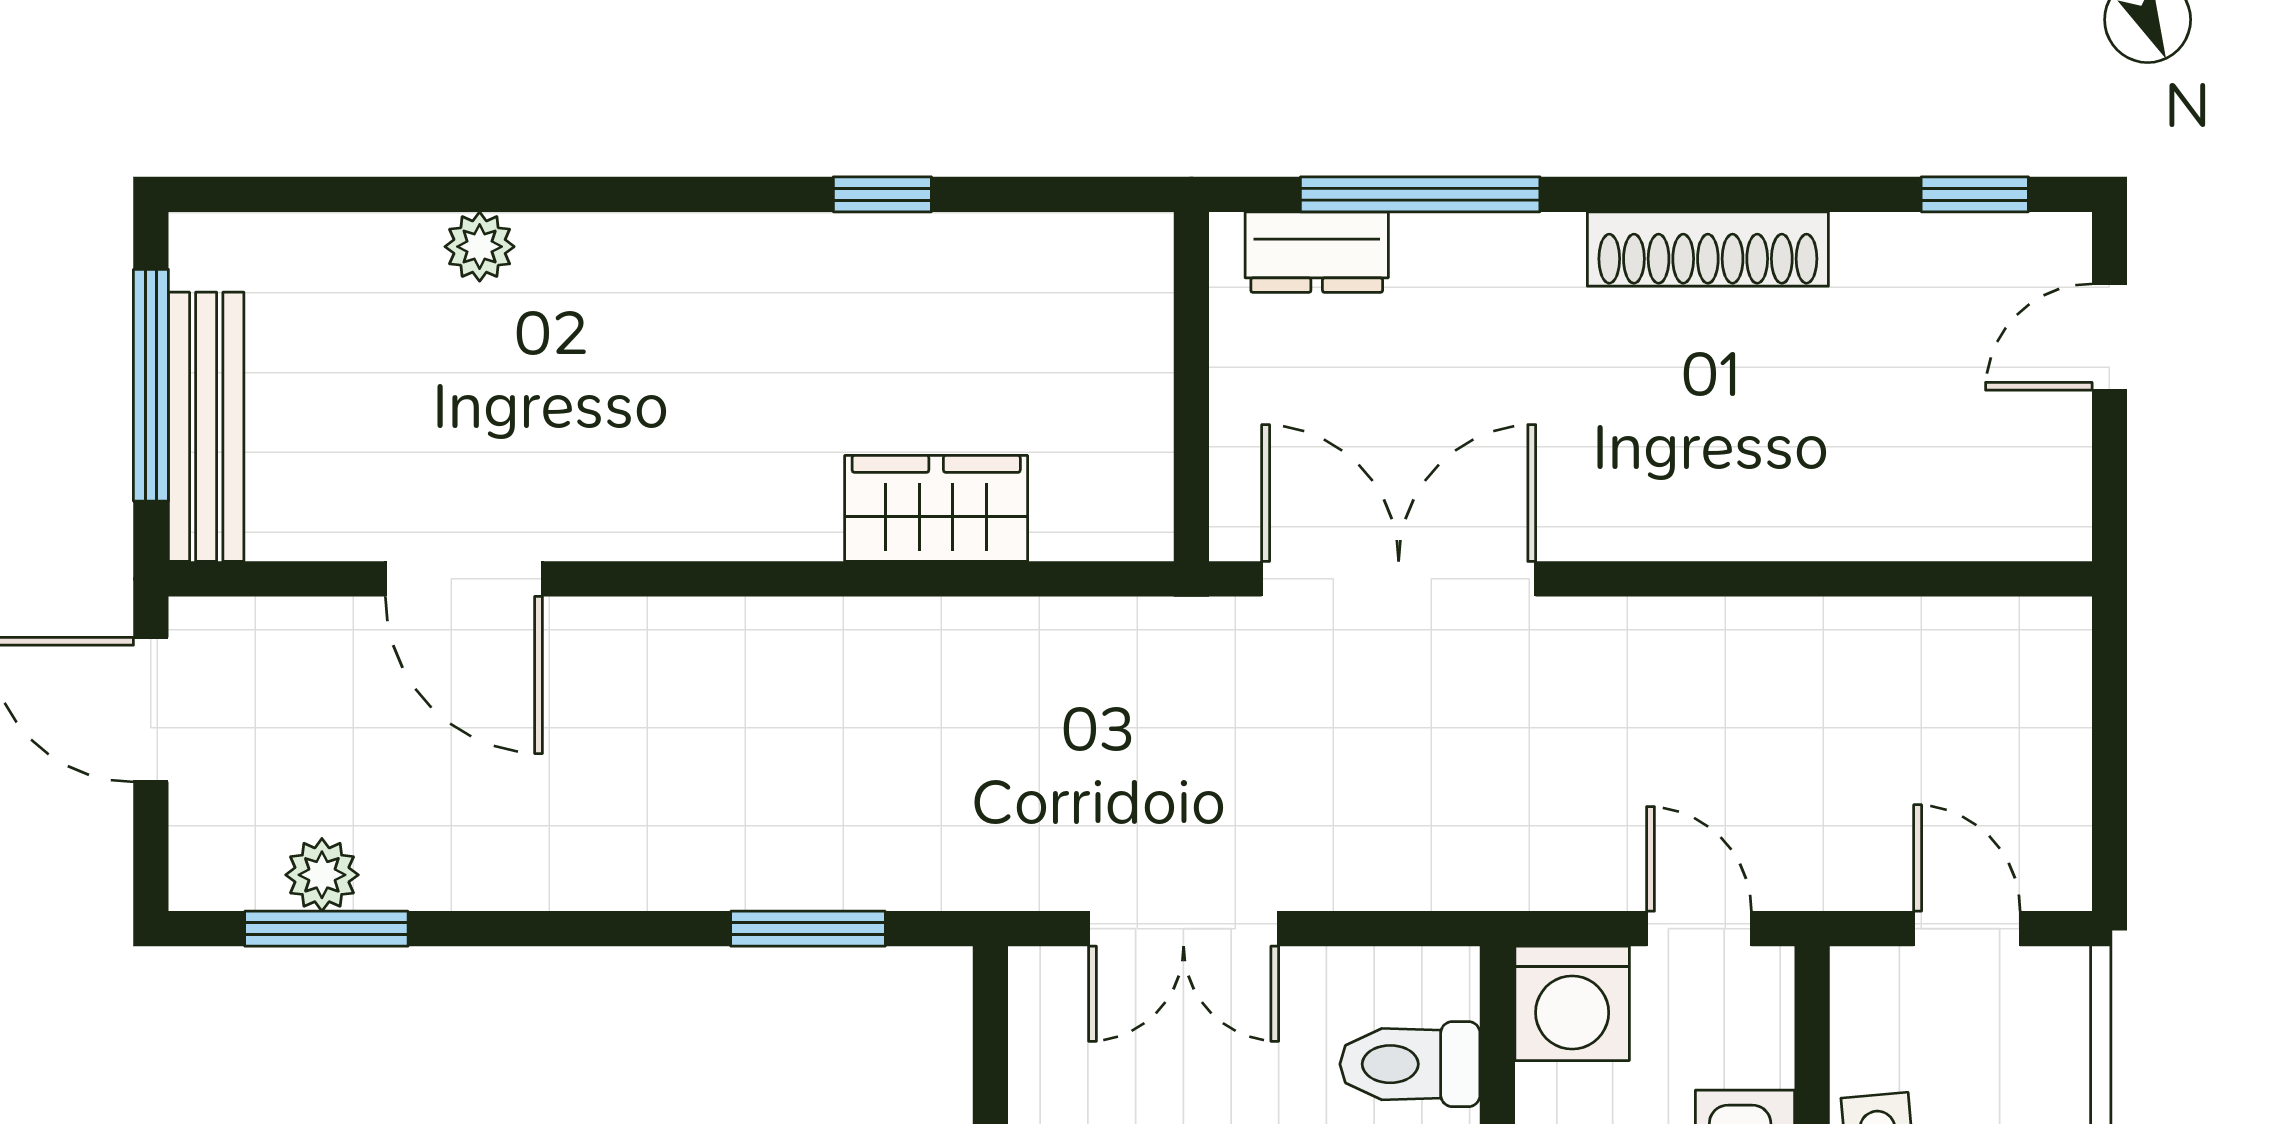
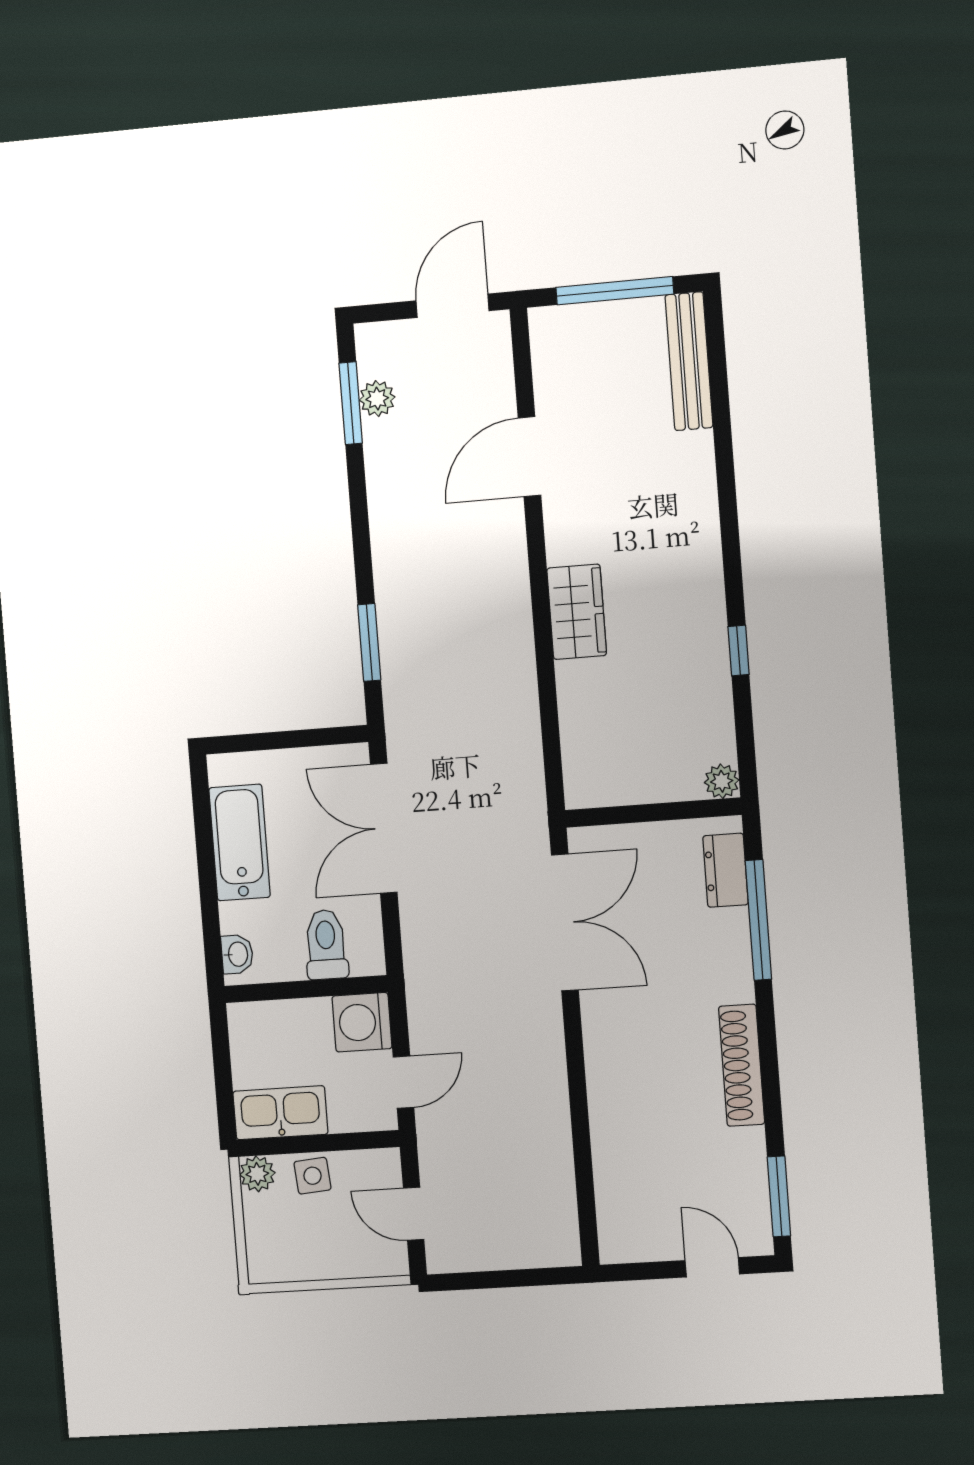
window: (1975, 194) -> (779, 1196), width x1.50
plant: (480, 247) -> (722, 781), moved
bench: (206, 427) -> (689, 361), moved, turned 90
wardrobe: (936, 508) -> (577, 612), moved
double door: (1184, 929) -> (384, 828), width x1.37
door: (1967, 929) -> (414, 1214), swing flipped

